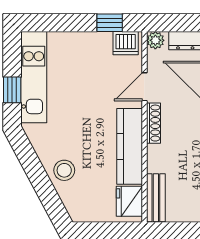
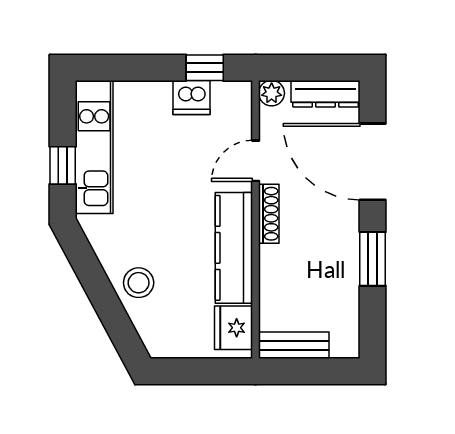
dishwasher: (126, 43) -> (191, 97), moved
bench: (156, 198) -> (294, 345), moved, turned 90

